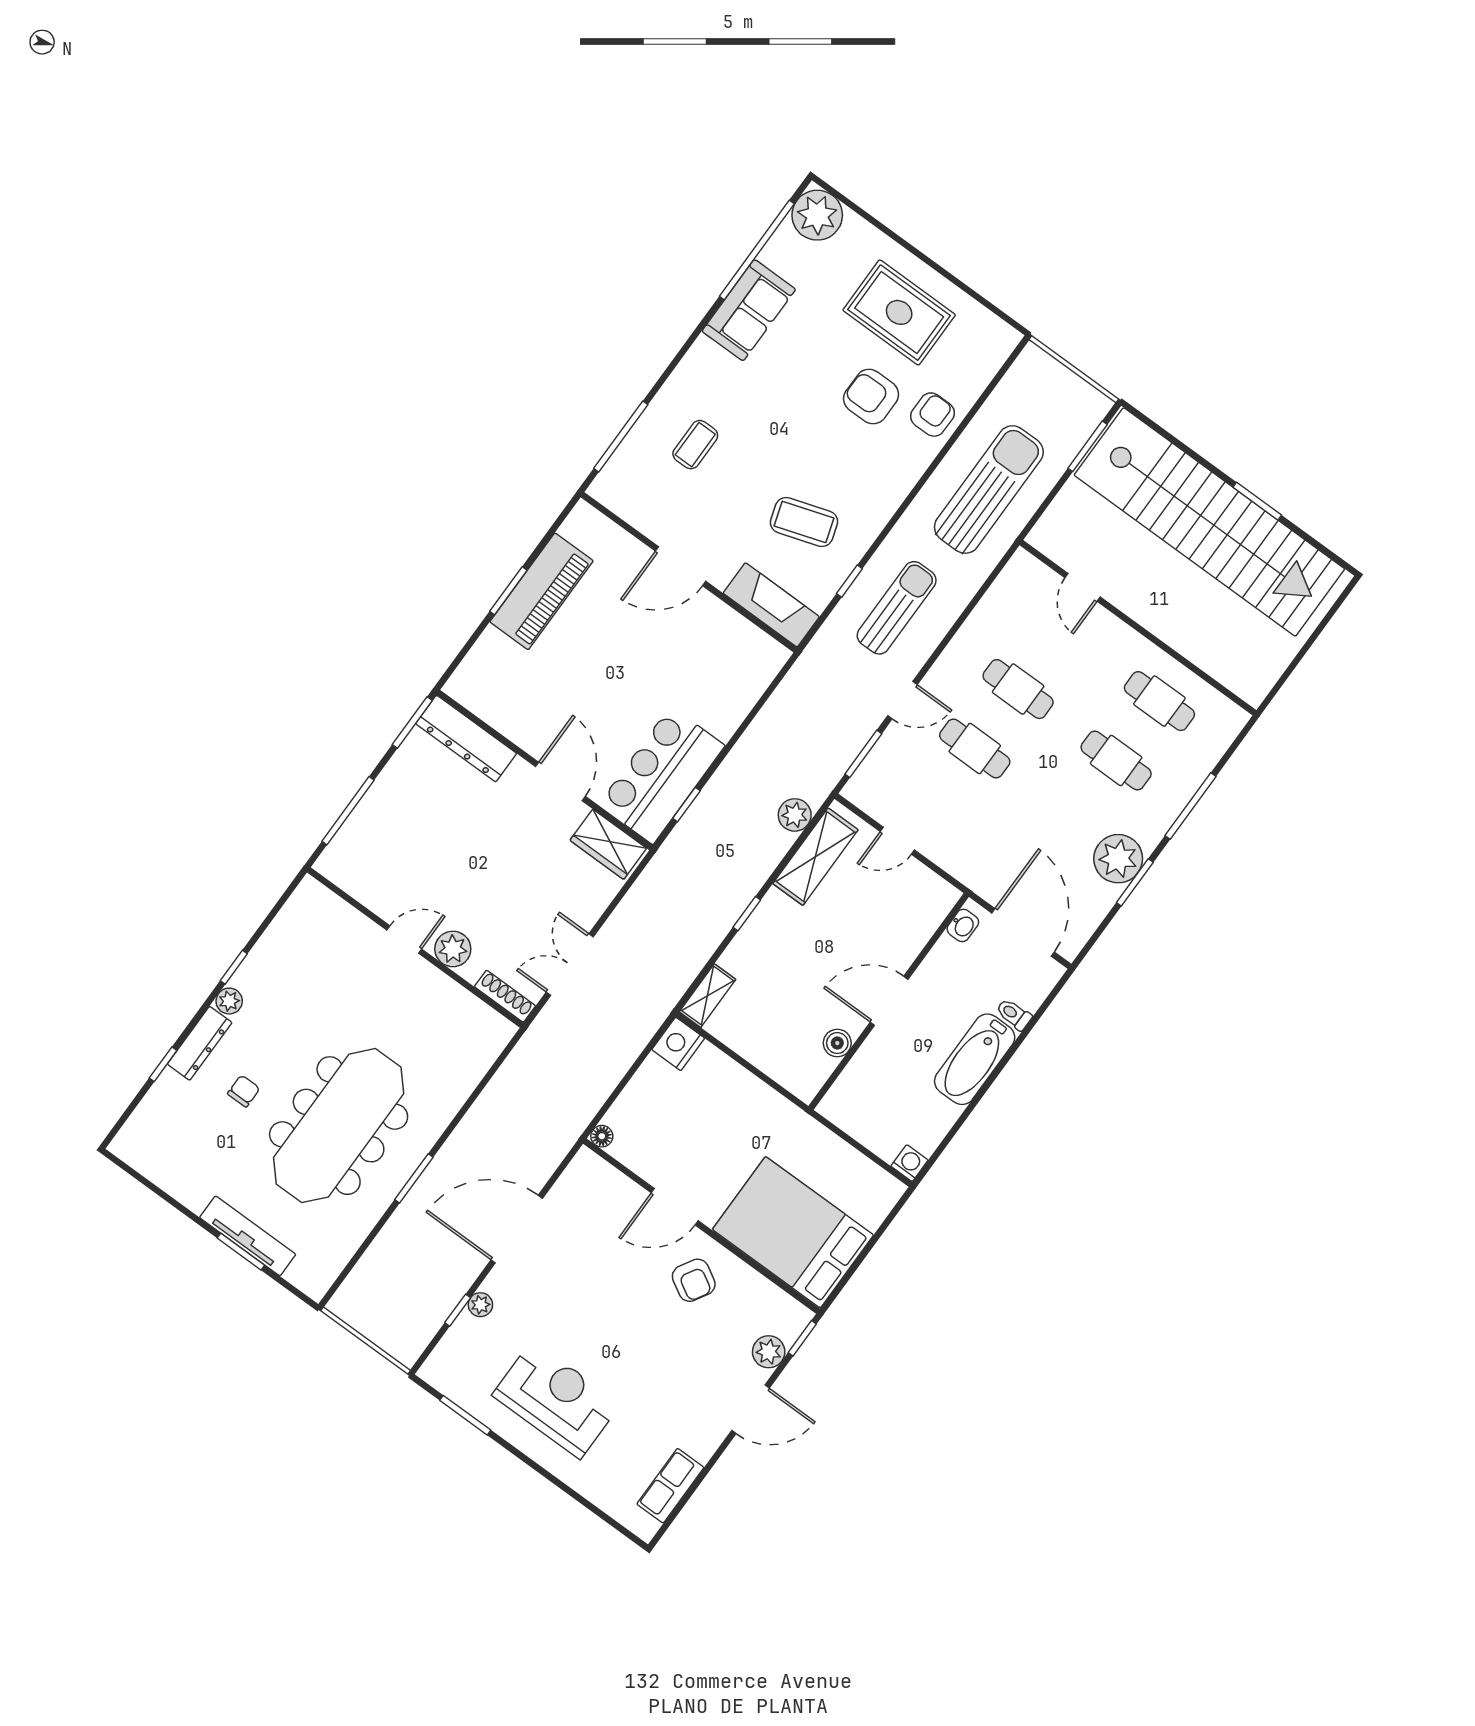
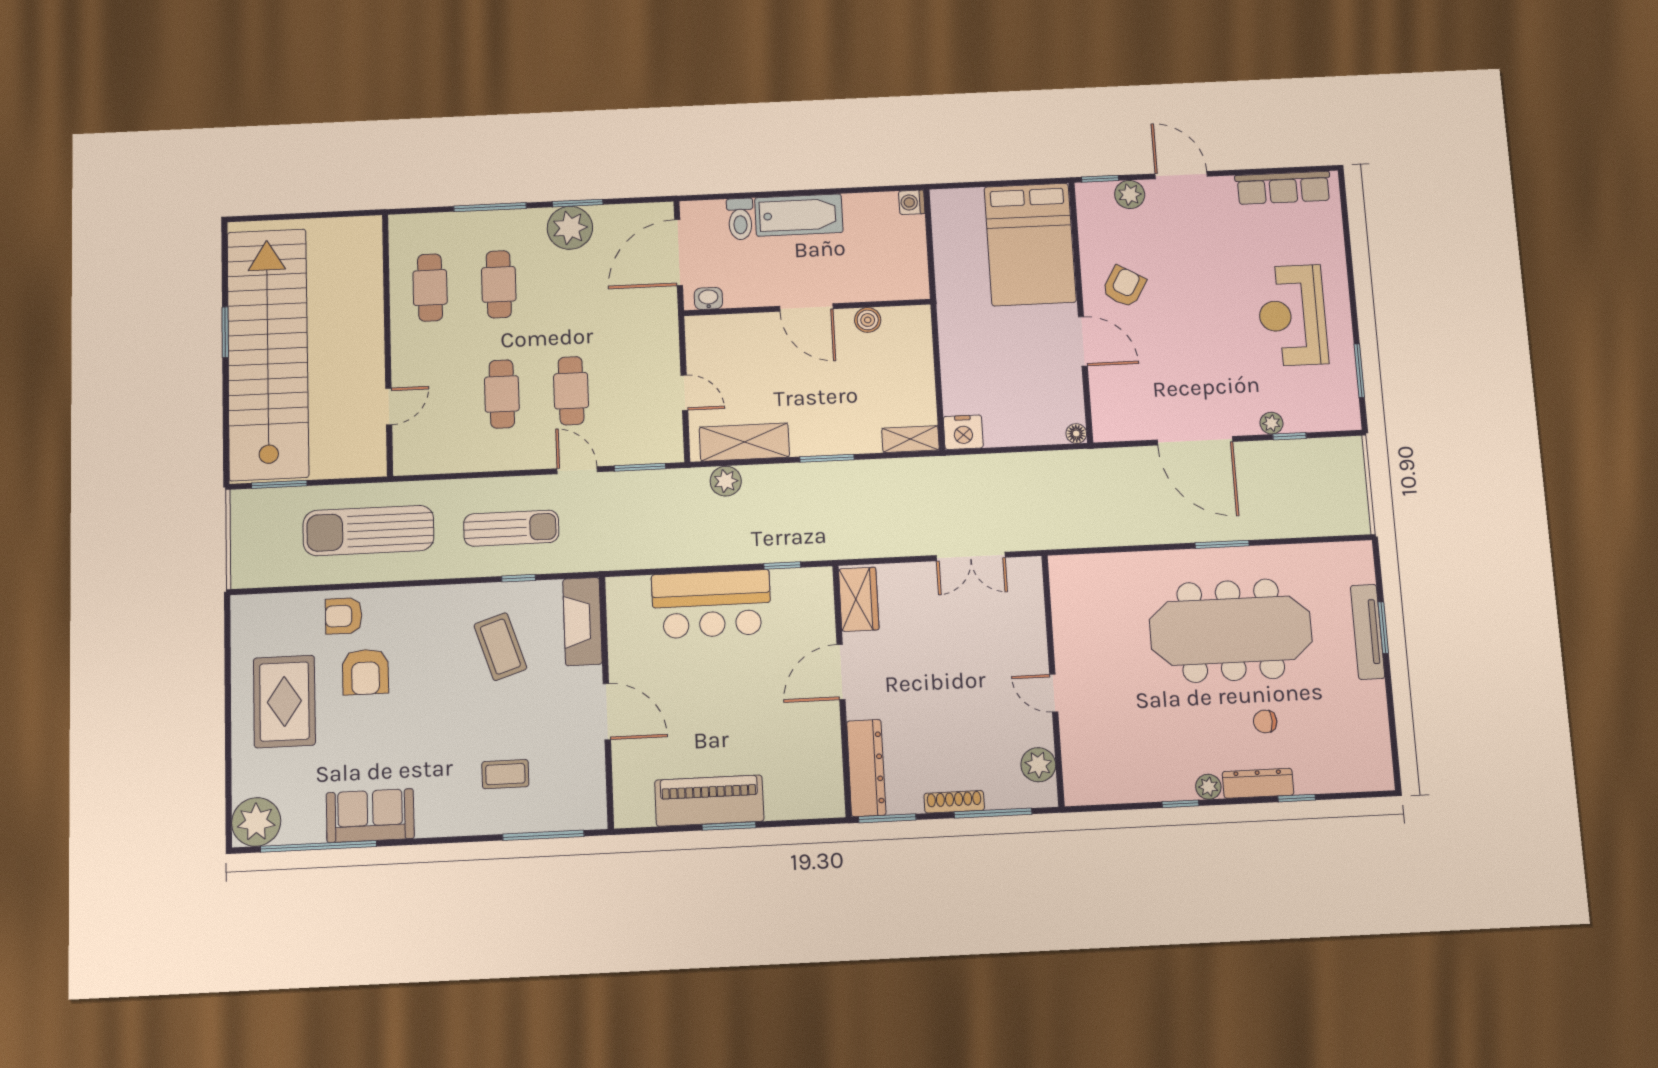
sun lounger: (897, 608) -> (511, 528), turned 180
bar counter: (662, 775) -> (711, 604), moved
window: (747, 914) -> (827, 458), width x1.50
plant: (453, 949) -> (1038, 765), moved
shoe rack: (505, 996) -> (954, 802), moved, turned 90
toilet: (1014, 1014) -> (740, 219), width x1.37, depth x1.39
row of seats: (670, 1486) -> (1283, 188), width x1.48

